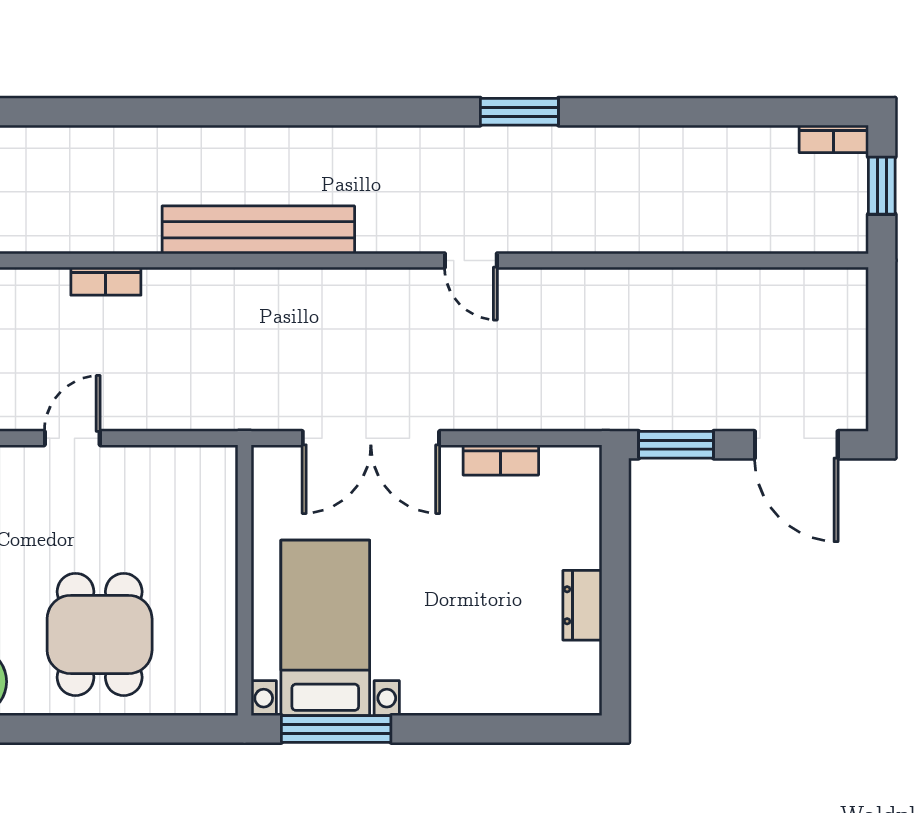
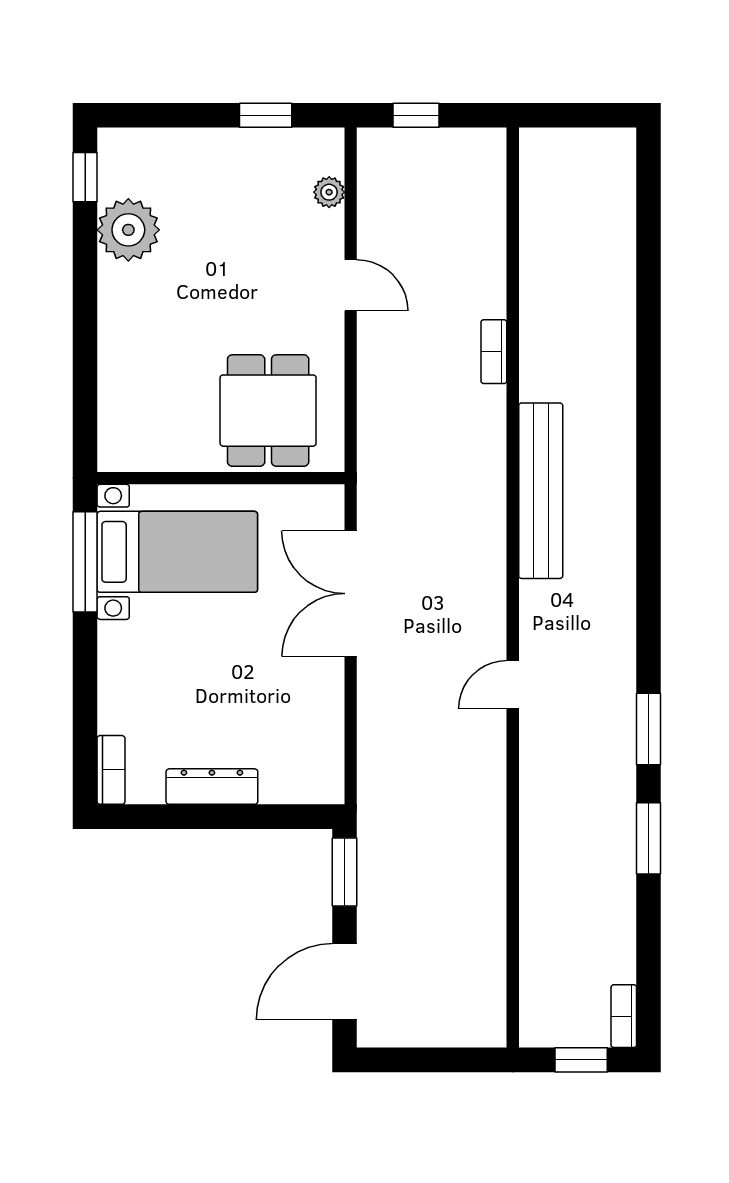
window: (639, 112) -> (649, 838), added
door: (72, 438) -> (351, 285), moved
bookcase: (501, 460) -> (111, 770), moved, turned 180
dresser: (582, 605) -> (212, 787), width x1.44
dining table: (100, 634) -> (268, 411), moved, turned 90

